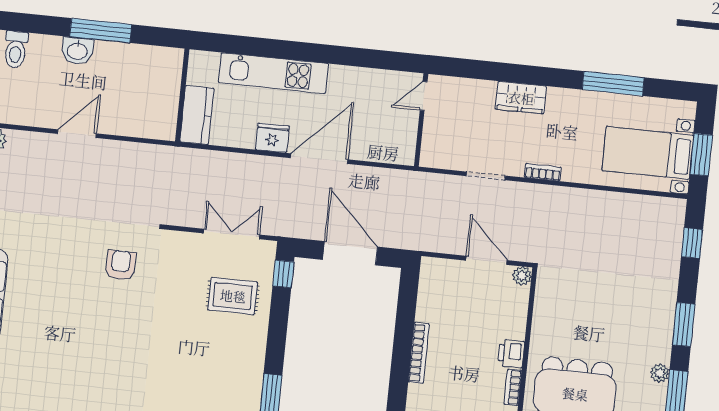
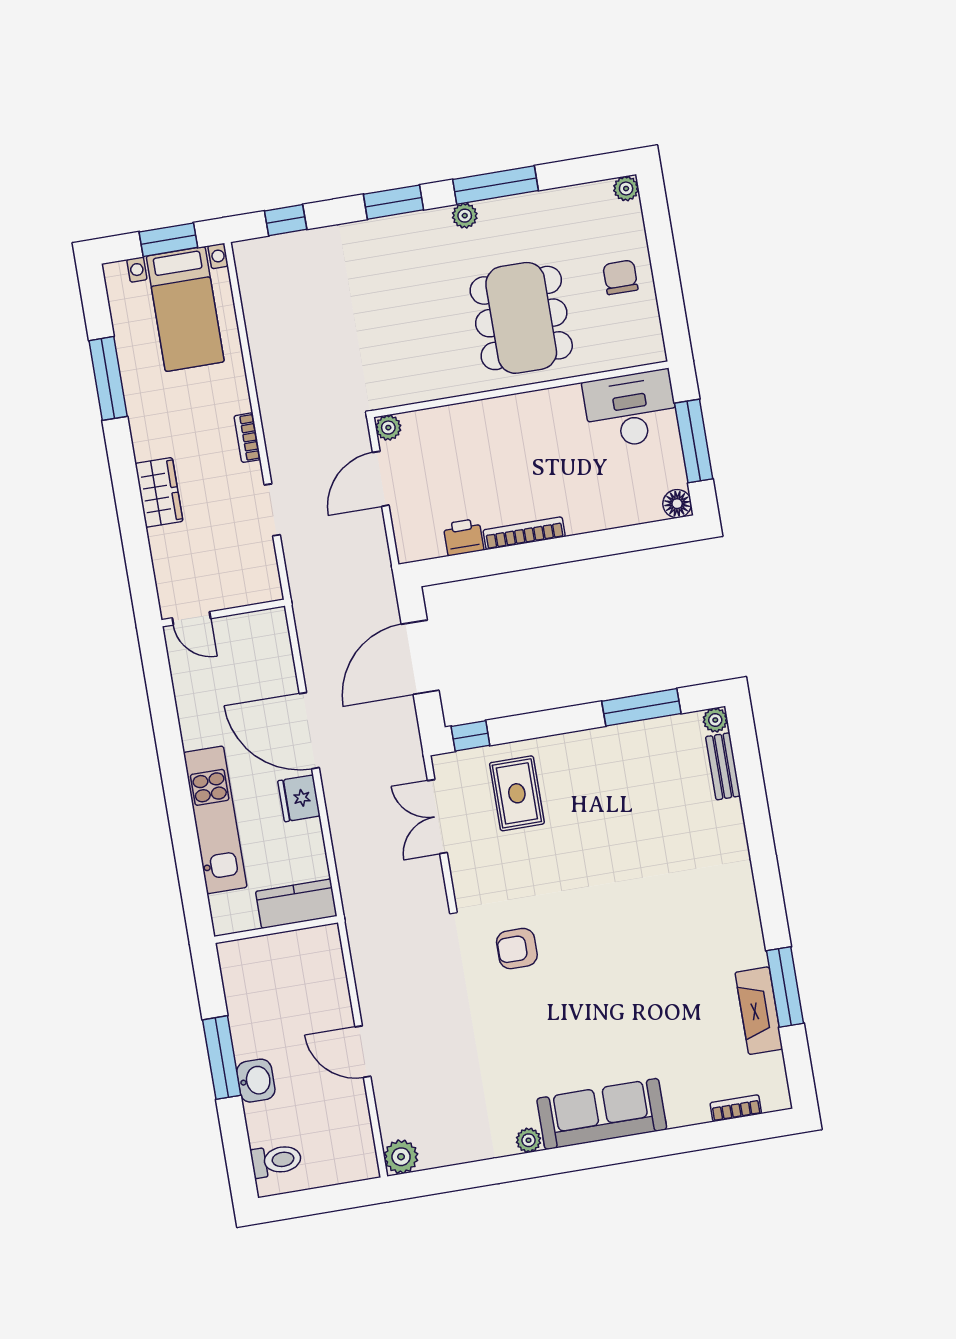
printer: (511, 354) -> (463, 537), moved, turned 180
bookcase: (513, 387) -> (535, 400), removed

